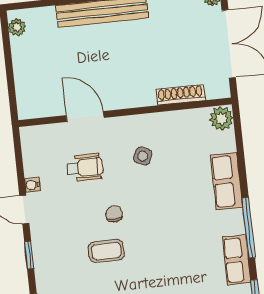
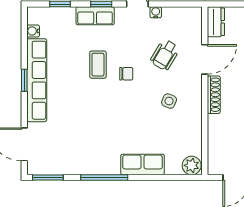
shoe rack: (180, 95) -> (214, 95), moved
dresser: (36, 108) -> (216, 22), added
wheelchair: (85, 168) -> (165, 55), turned 31
row of seats: (237, 260) -> (95, 16), moved, turned 180

